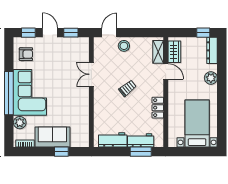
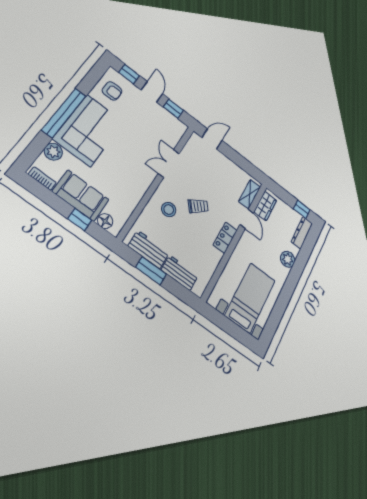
stool: (124, 46) -> (169, 210), moved
locker: (158, 108) -> (225, 238), moved
floor lamp: (76, 142) -> (105, 221), added
window: (141, 152) -> (151, 271), moved

